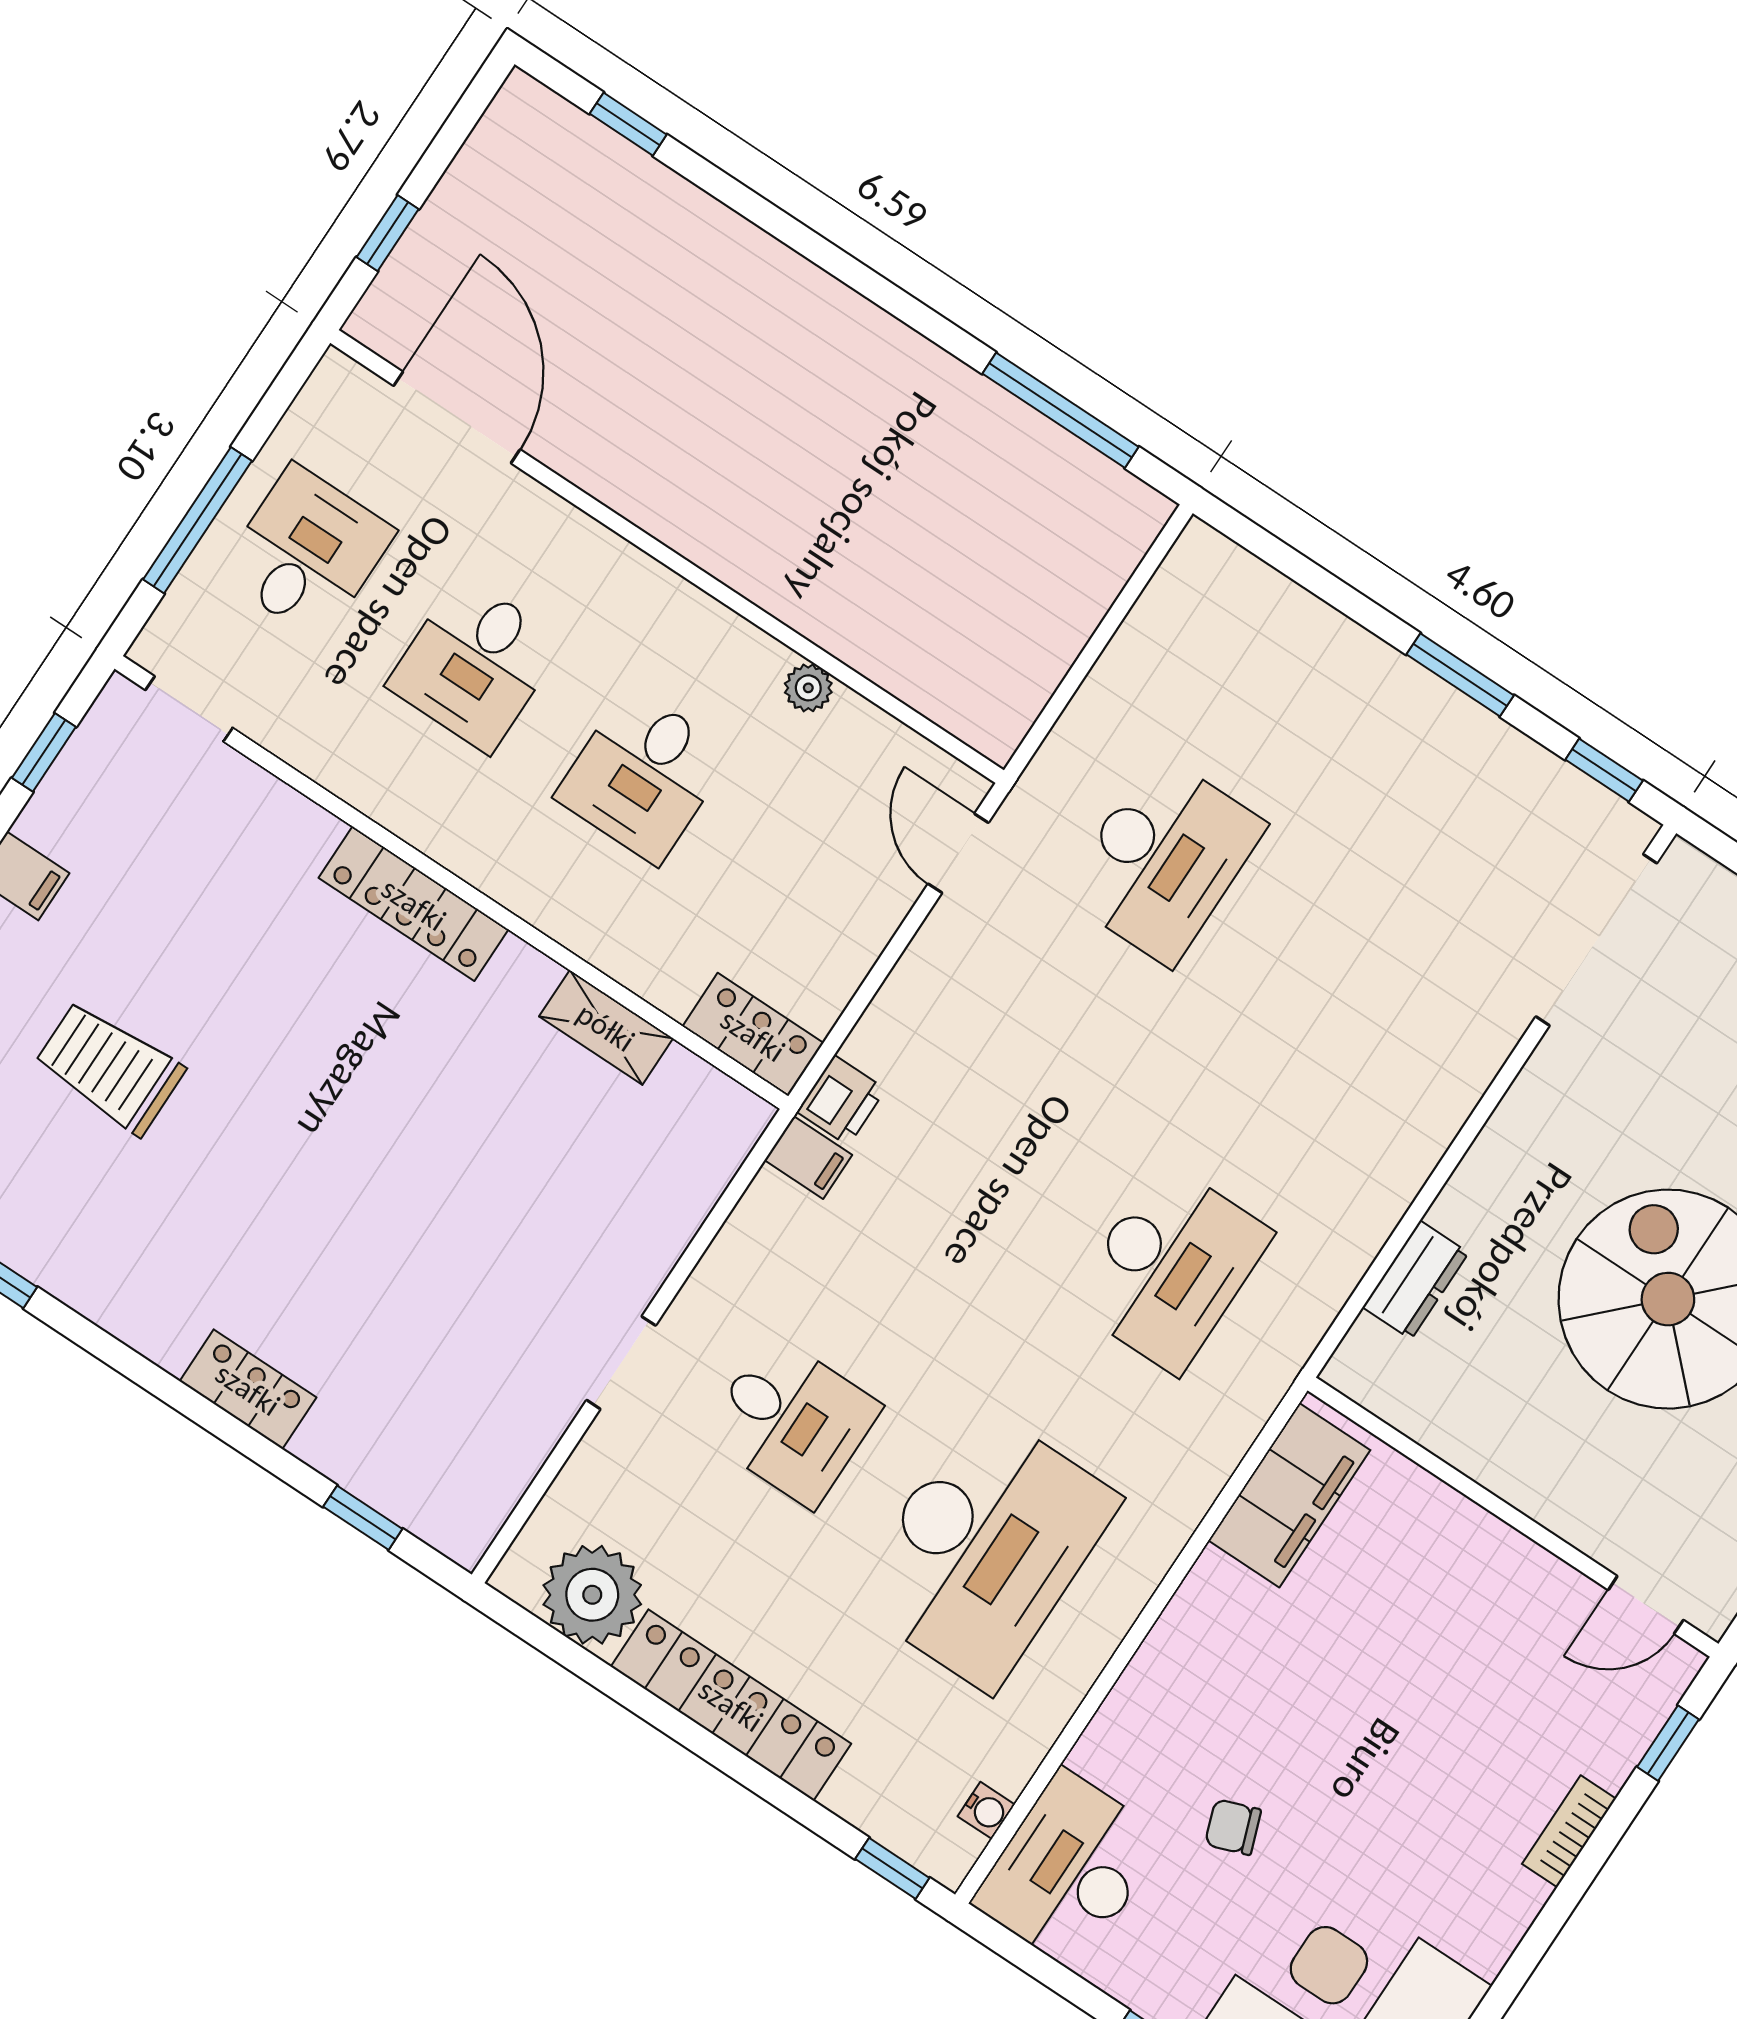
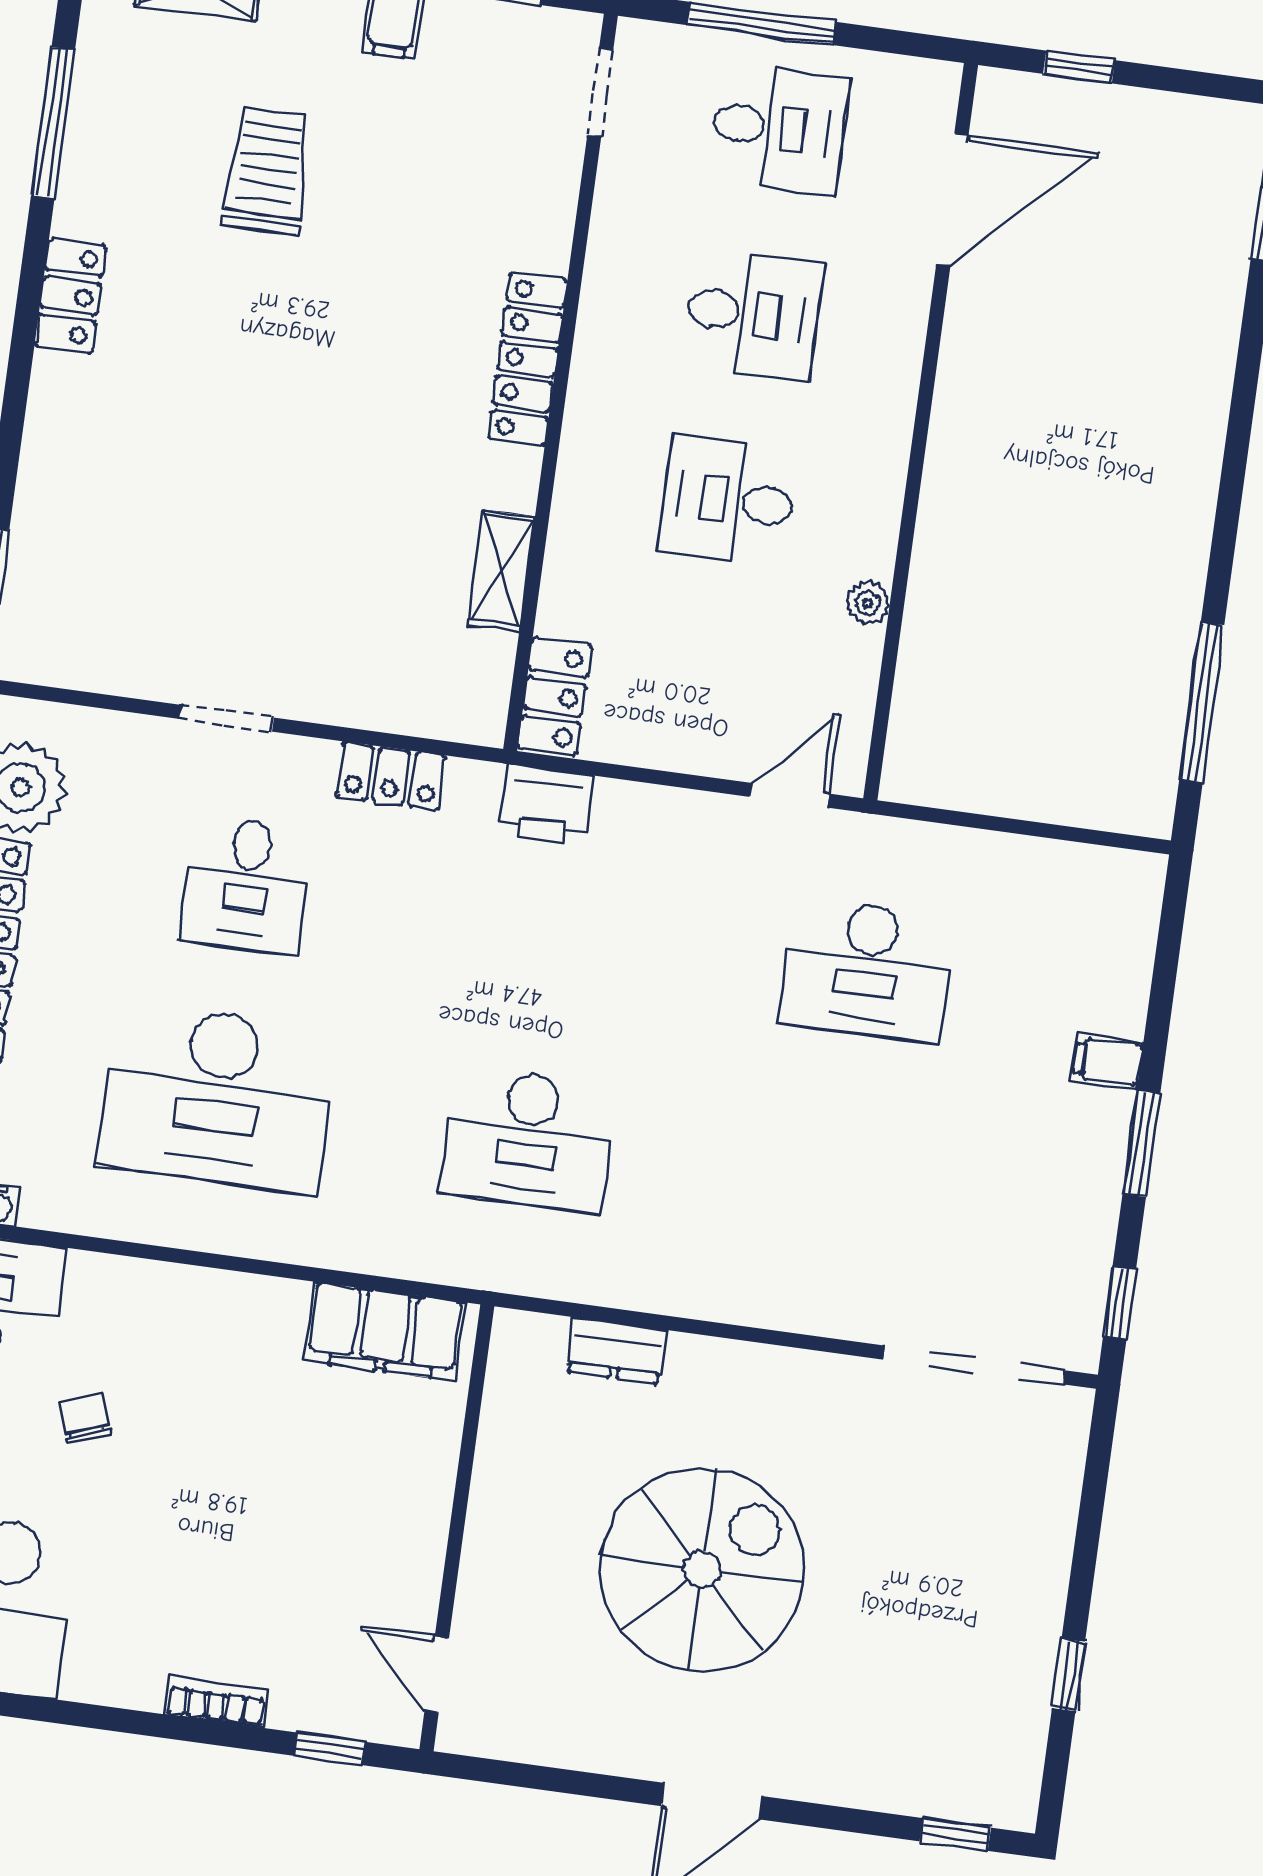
desk: (475, 664) -> (753, 314), turned 180
printer: (841, 1100) -> (546, 805), width x1.36, depth x1.24
filing cabinet: (808, 1158) -> (1108, 1061), moved, turned 90
locker: (754, 1230) -> (391, 776), added
locker: (248, 1389) -> (70, 296), moved

